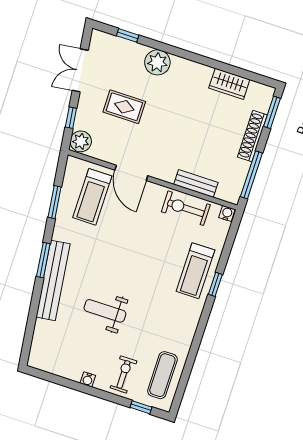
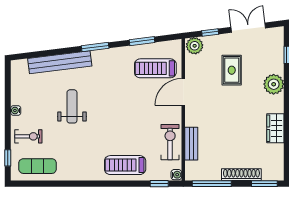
wardrobe: (229, 84) -> (275, 128), moved
bench: (53, 280) -> (60, 62), moved
window: (215, 284) -> (159, 184), moved

